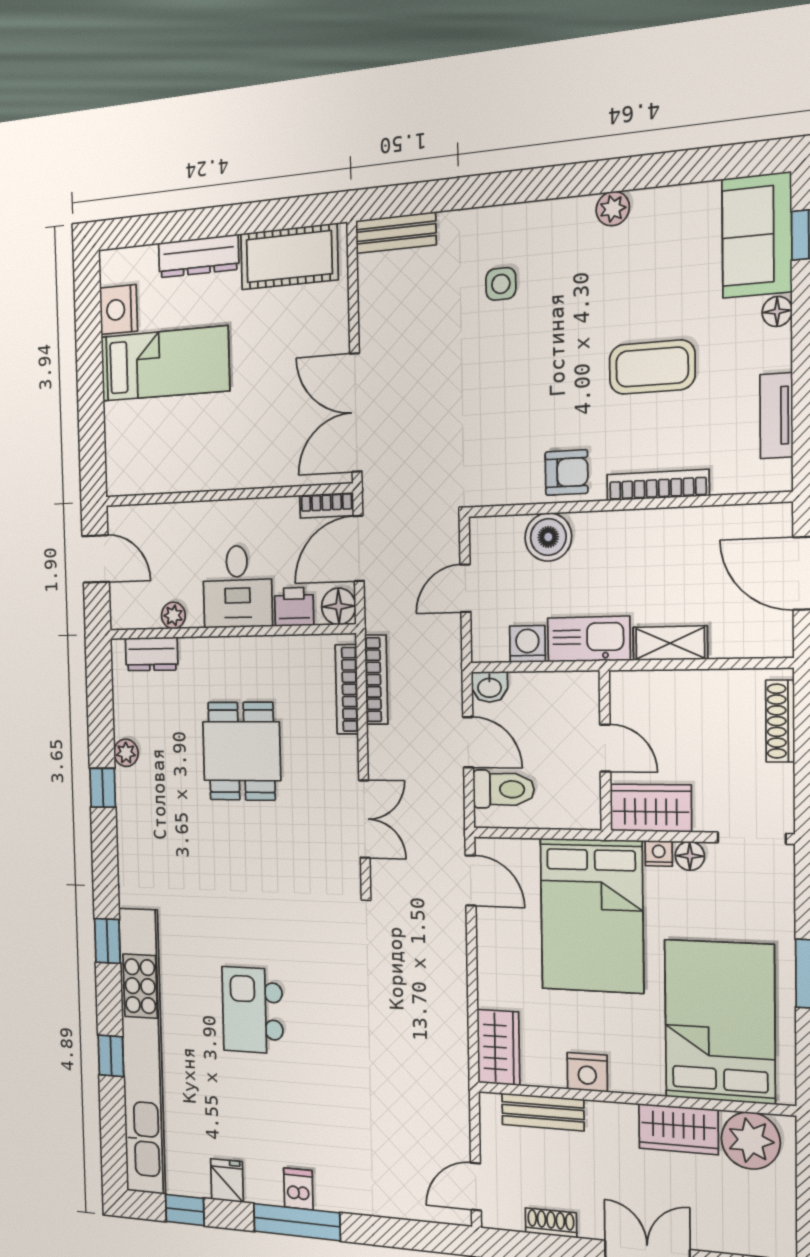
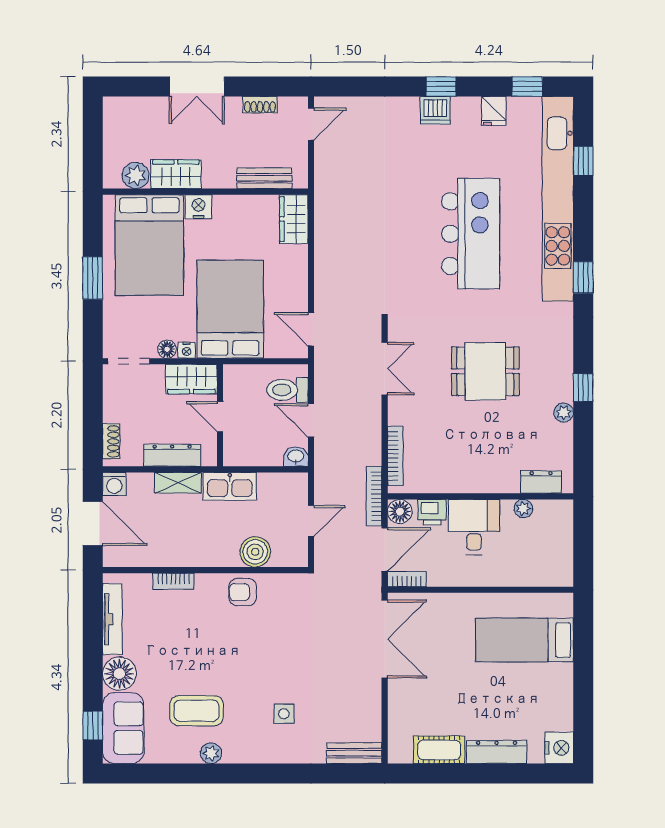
cot: (289, 257) -> (439, 750), width x0.73, depth x0.75
nightstand: (119, 310) -> (559, 748), moved
floor lamp: (777, 311) -> (119, 674), width x1.89, depth x1.89
bed: (165, 364) -> (525, 640), moved
coffee table: (652, 367) -> (197, 711), moved
tv unit: (776, 416) -> (112, 619), width x1.41
bookcase: (658, 485) -> (173, 581), width x0.64
door: (96, 559) -> (583, 550), removed
washing machine: (527, 644) -> (114, 484), moved
bookcase: (376, 680) -> (374, 496), moved
dresser: (680, 687) -> (172, 455), added
shoe rack: (780, 721) -> (111, 441), width x0.70
dining table: (241, 751) -> (485, 371), moved, turned 90
double door: (364, 819) -> (385, 369), swing flipped
kitchen island: (253, 1010) -> (471, 234), width x1.87, depth x1.28
window: (111, 1056) -> (583, 161), moved
nightstand: (587, 1072) -> (198, 207), moved
plant: (751, 1141) -> (136, 175), width x0.73, depth x0.73
dishwasher: (298, 1189) -> (435, 110), width x1.38
window: (297, 1222) -> (441, 87), width x0.46

